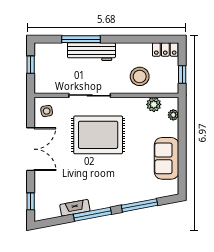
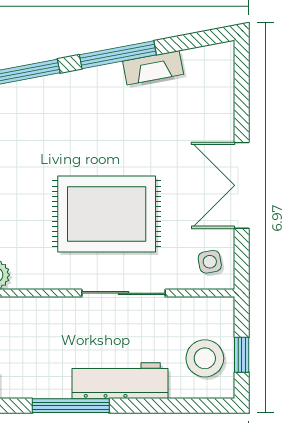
window: (81, 39) -> (71, 406), moved
stool: (140, 76) -> (205, 358), moved
window: (31, 201) -> (242, 81), removed

